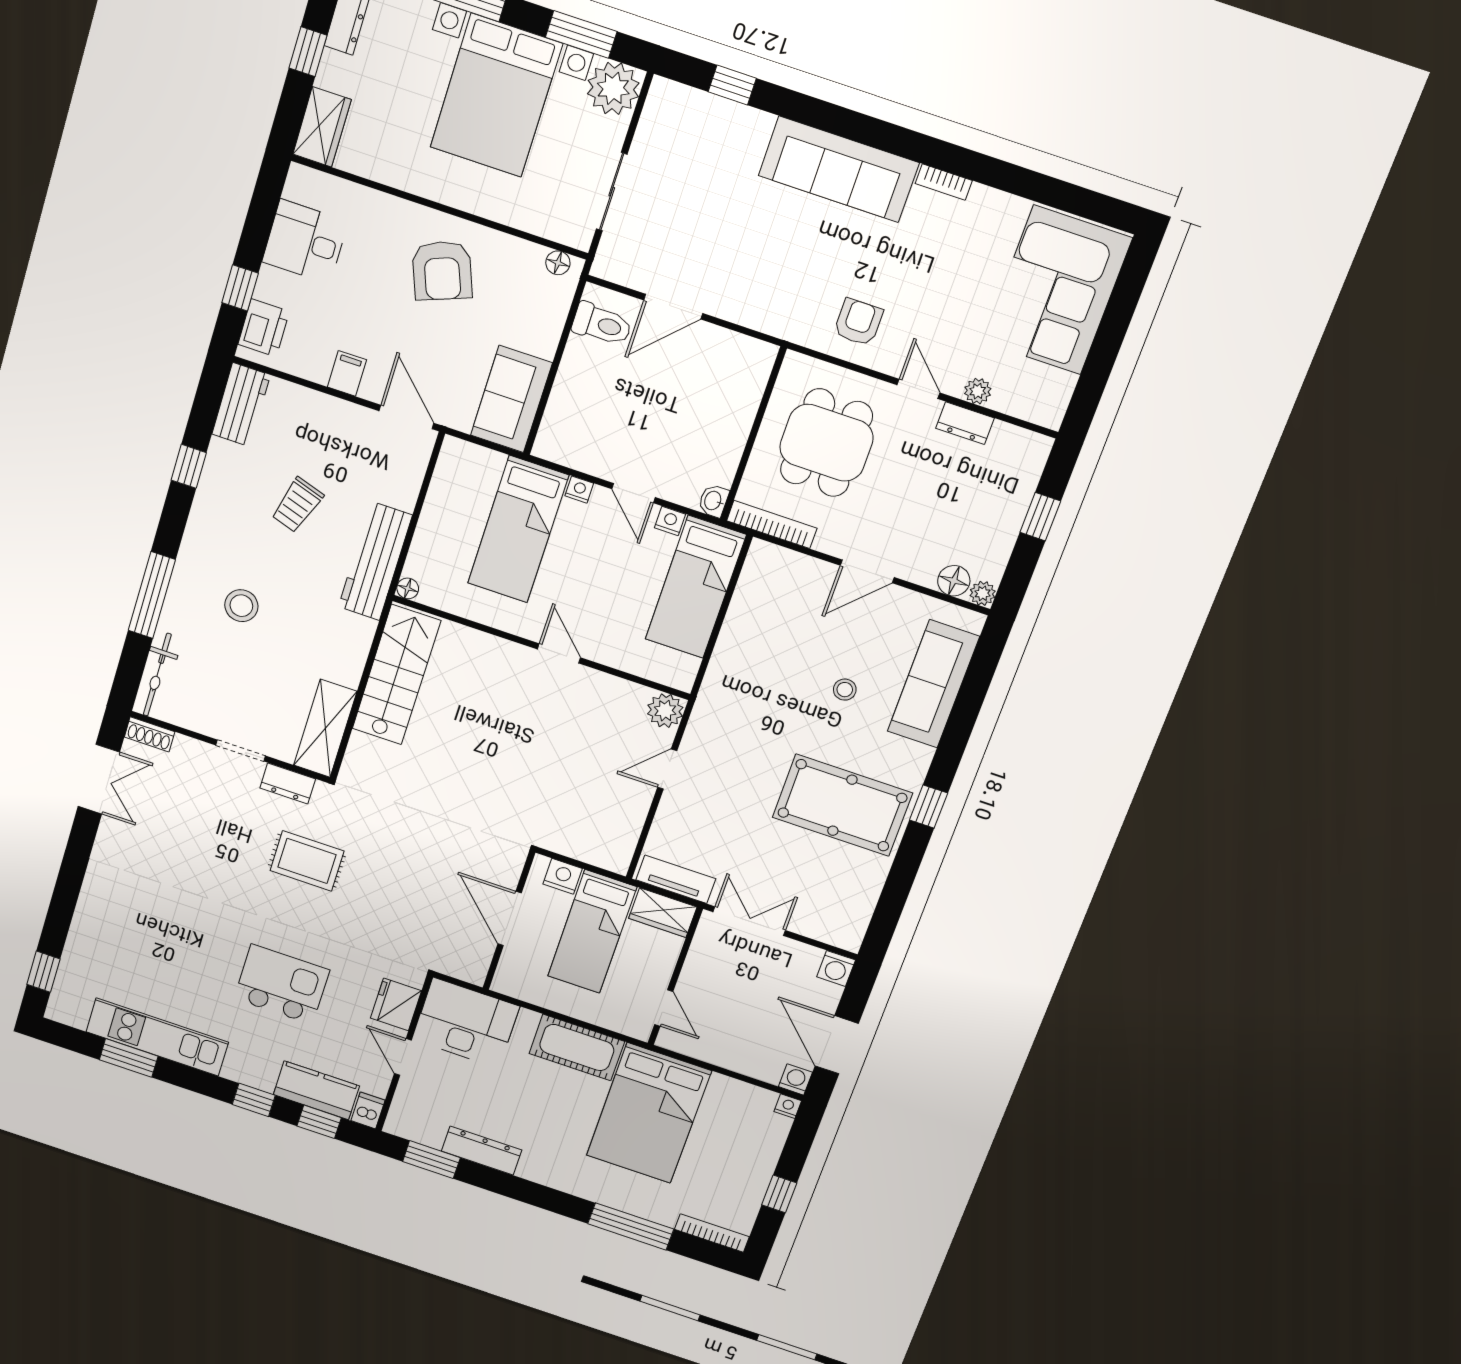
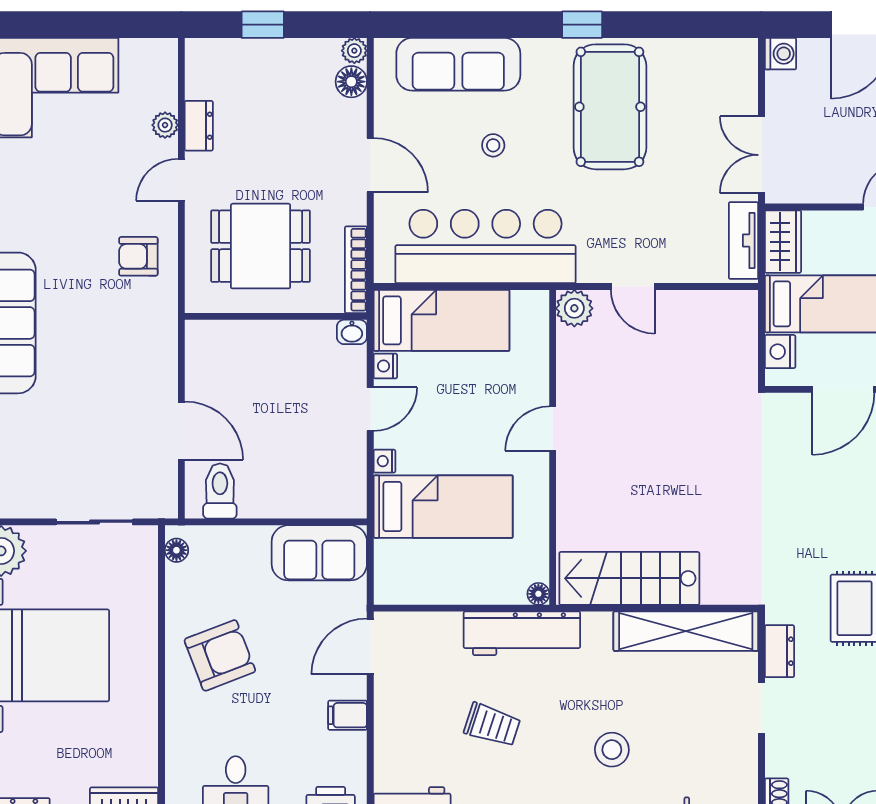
bar counter: (752, 651) -> (485, 247), added
shelving: (325, 728) -> (686, 631), width x1.47

